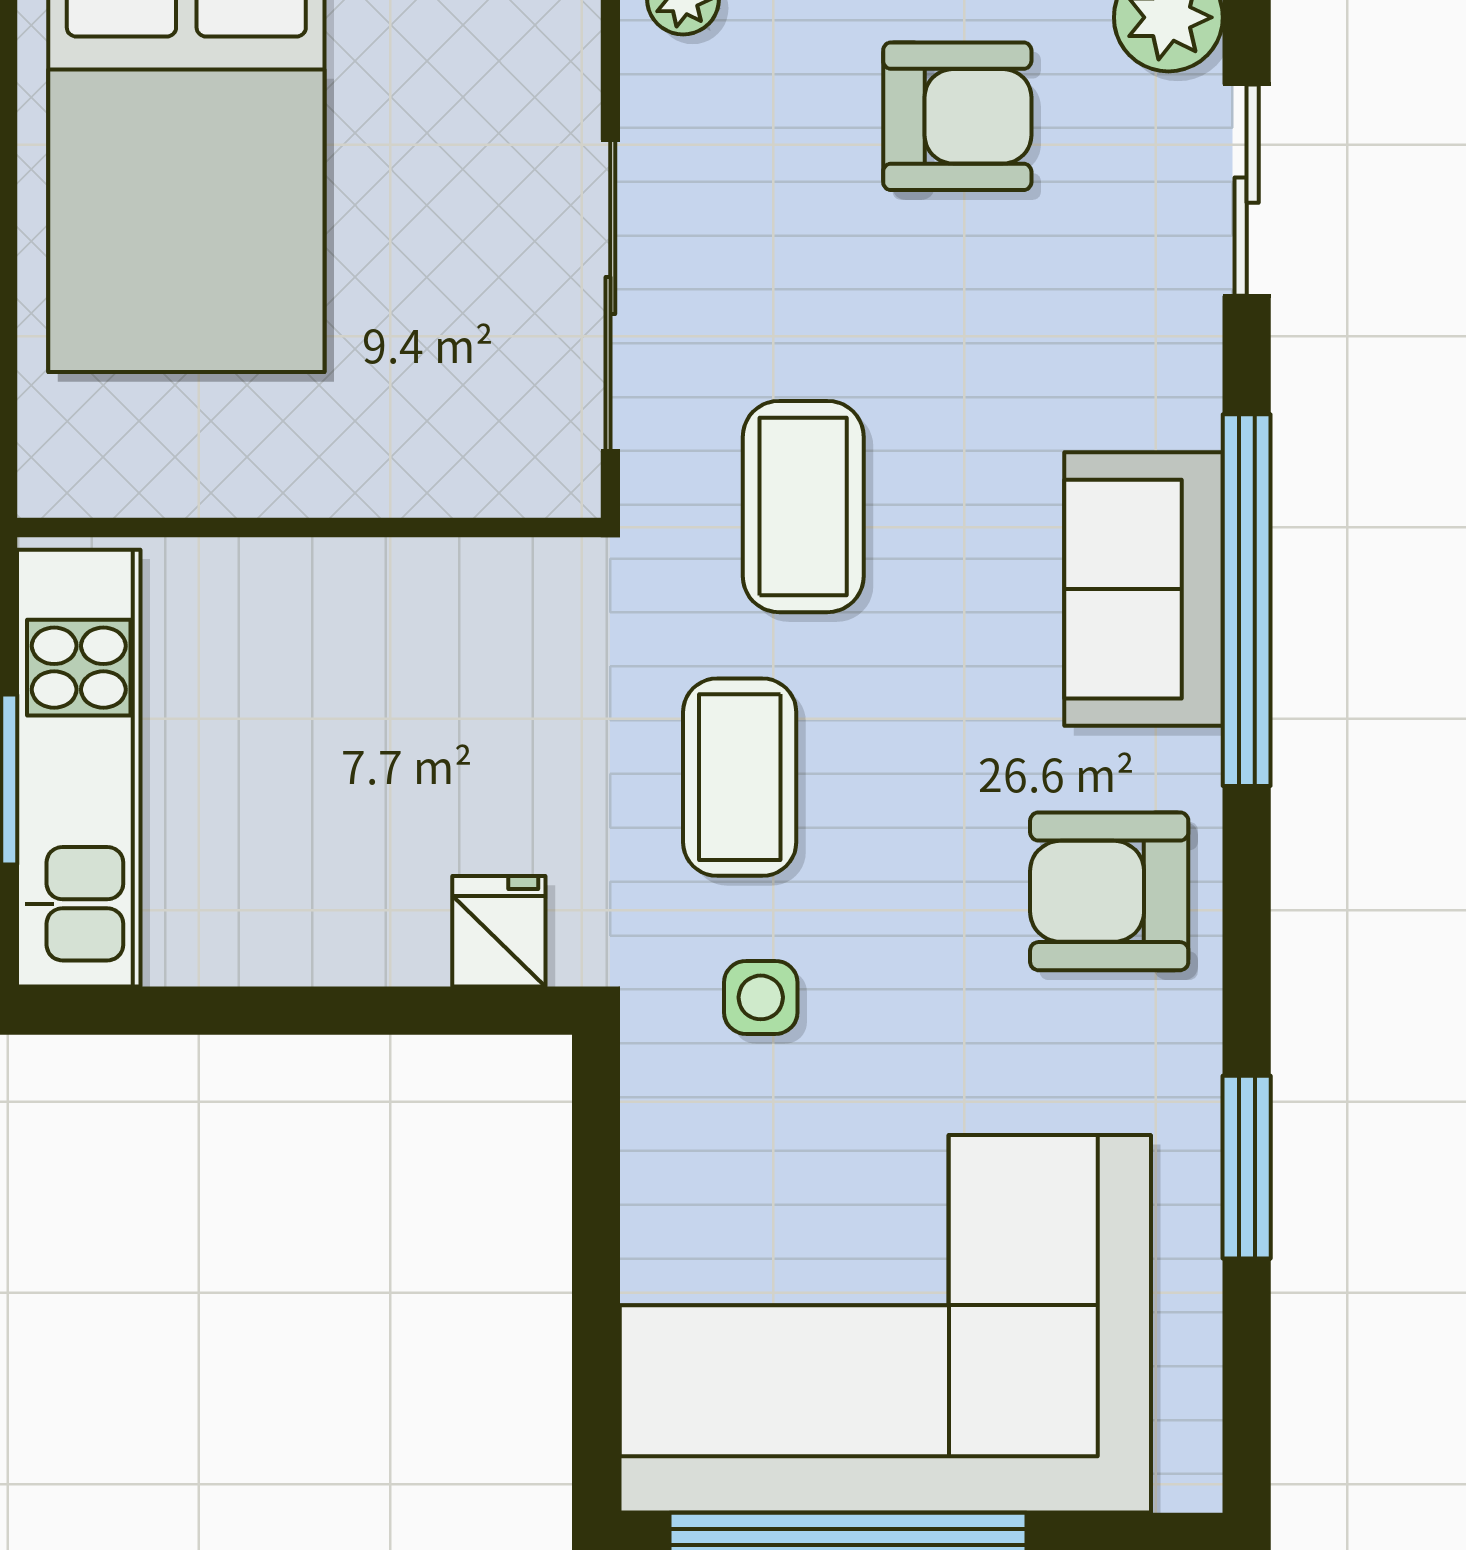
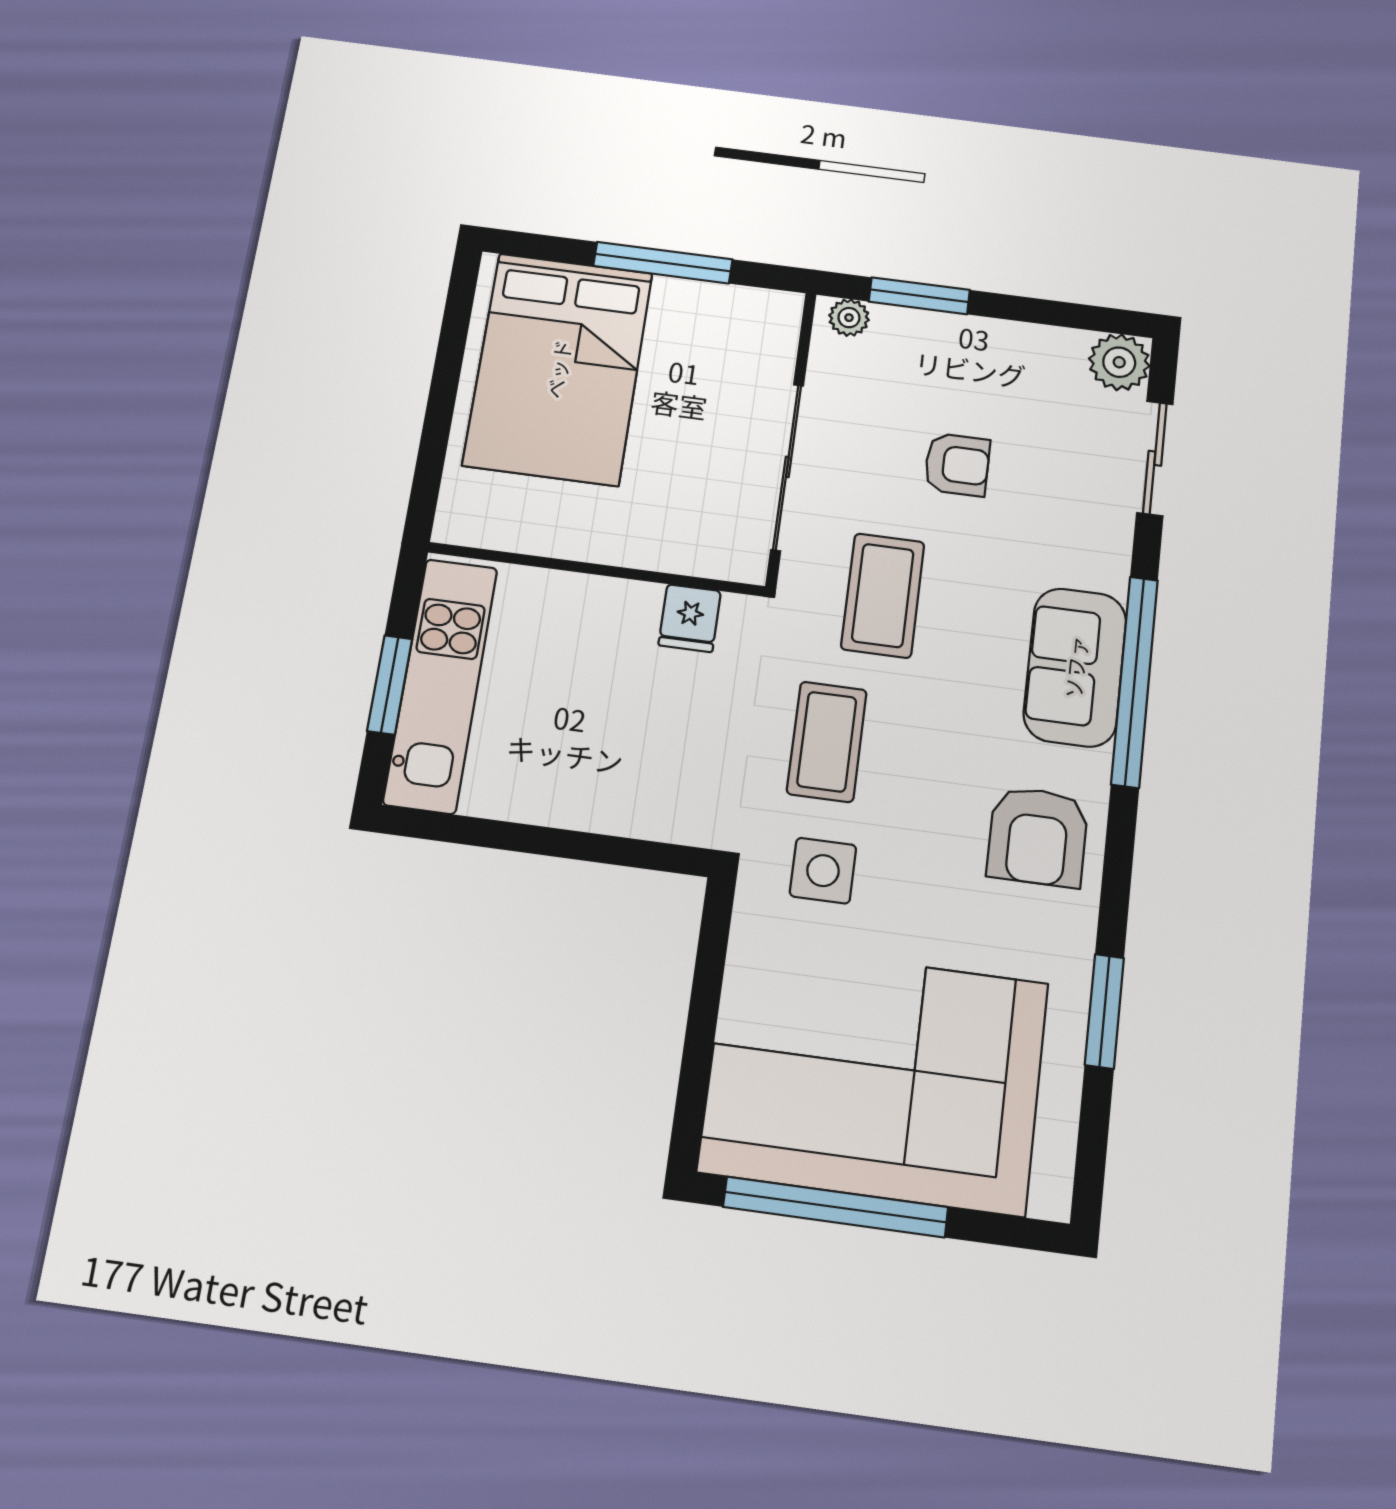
armchair: (957, 116) -> (957, 465), moved, width x0.72, depth x0.72
armchair: (1109, 891) -> (1038, 836), turned -90
fridge: (499, 931) -> (690, 618), moved, turned 180
side table: (761, 997) -> (823, 871), width x1.37, depth x1.37

